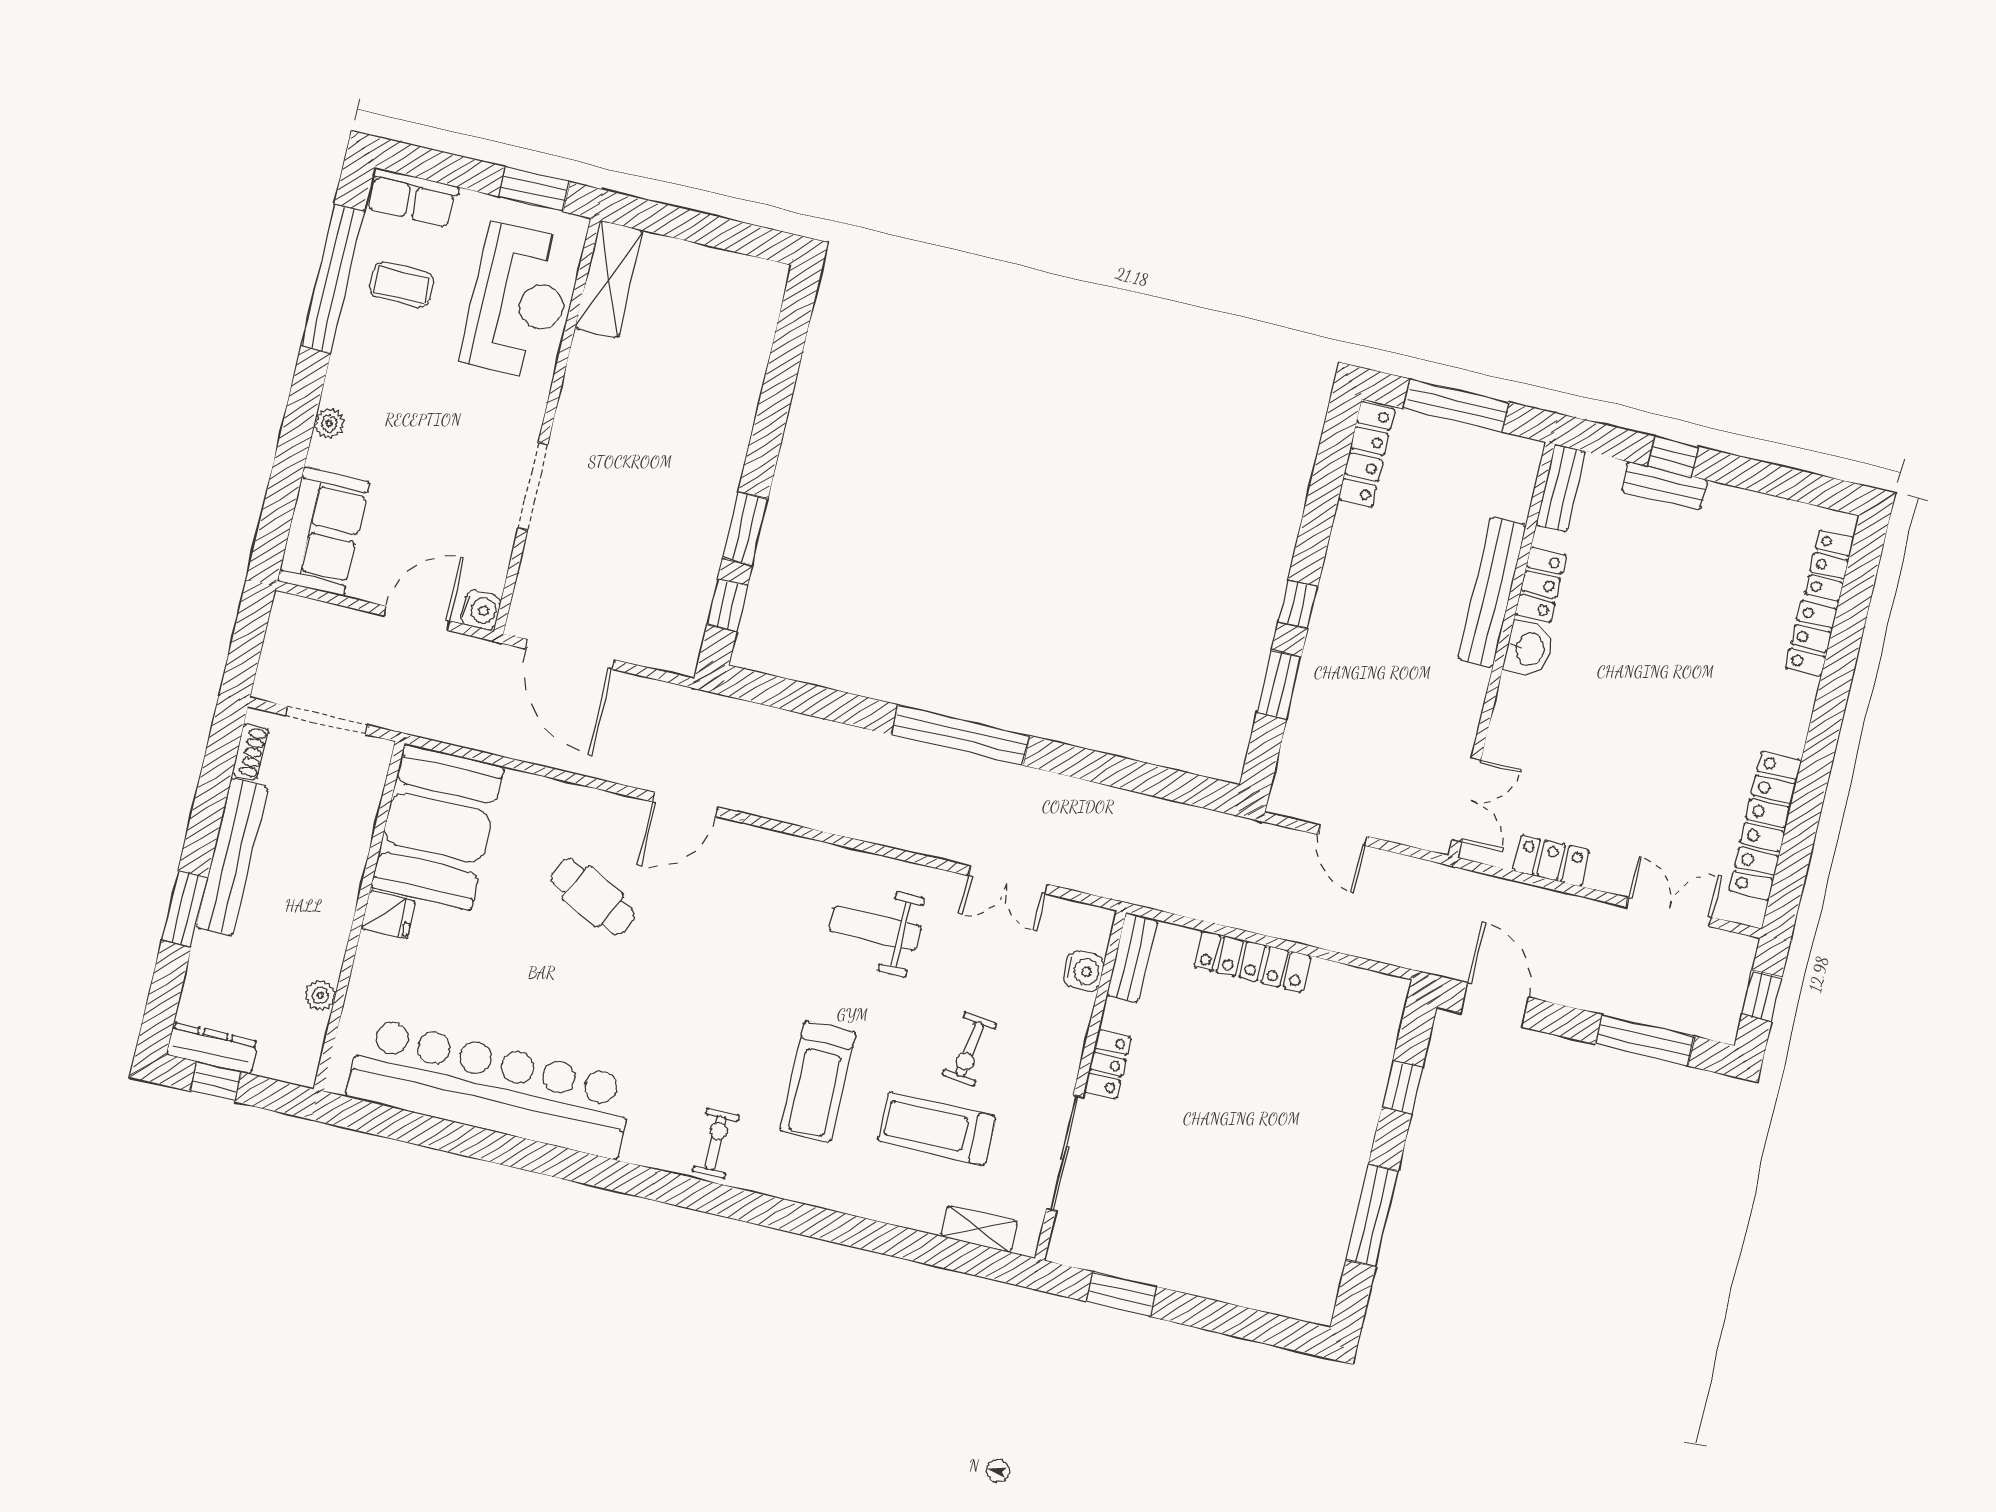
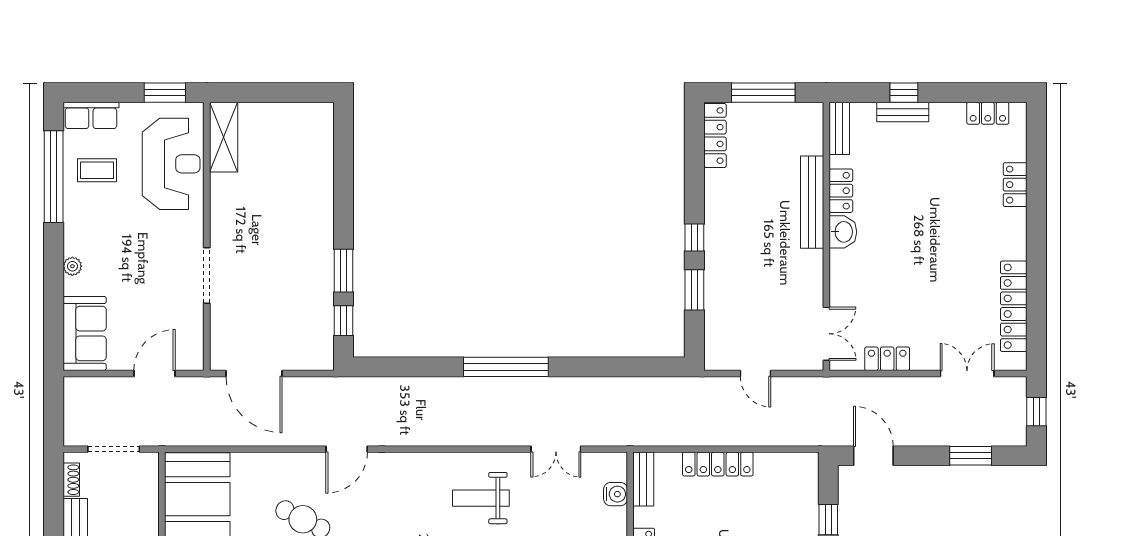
locker: (1829, 566) -> (988, 113), moved, turned -90
water cooler: (481, 610) -> (193, 359), removed
window: (1645, 1040) -> (971, 456), width x0.69

